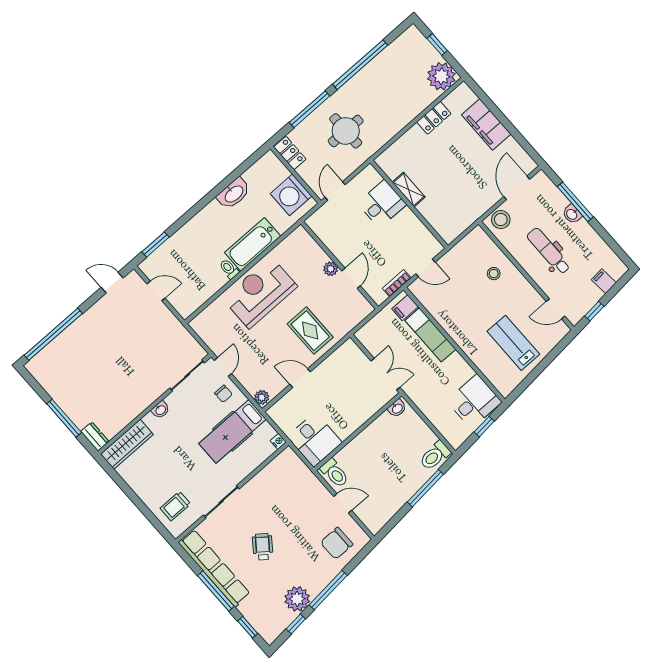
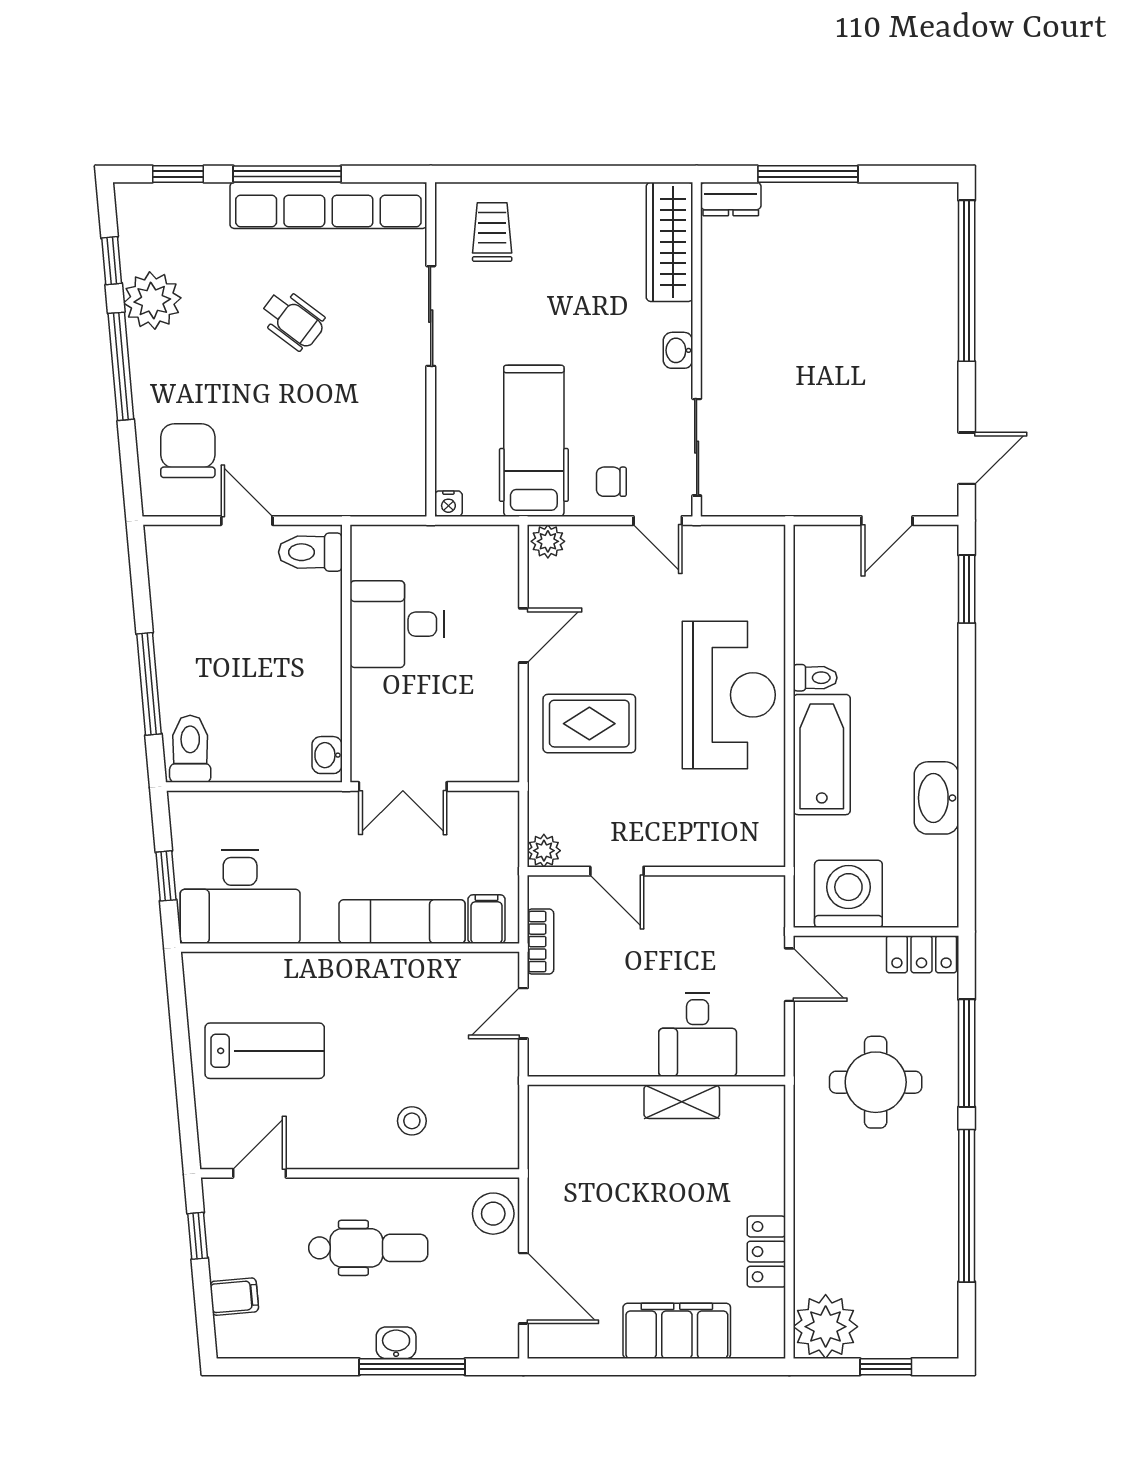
plant: (331, 269) -> (544, 851), moved
desk: (474, 401) -> (240, 897), width x1.37
desk: (315, 440) -> (397, 624), moved
door: (343, 503) -> (247, 521), swing flipped

